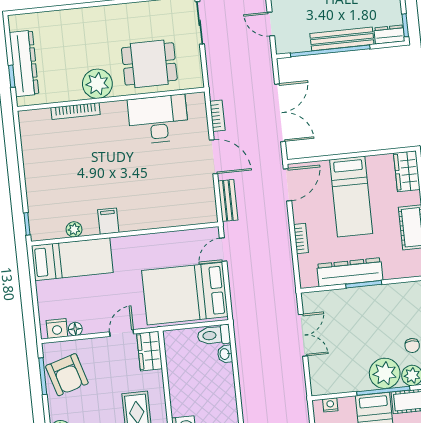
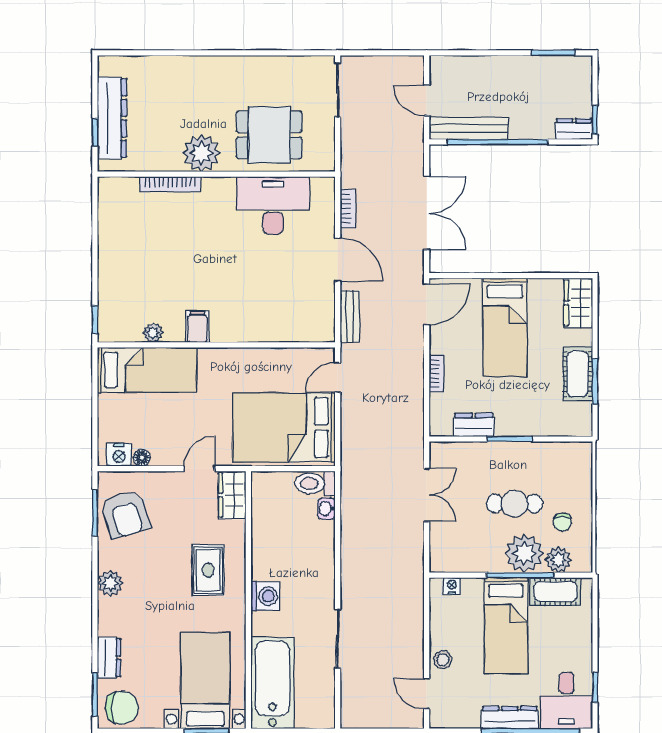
bench: (342, 39) -> (469, 128), moved
dresser: (350, 272) -> (474, 425), width x0.51, depth x0.80
cafe table: (373, 335) -> (515, 504), added

